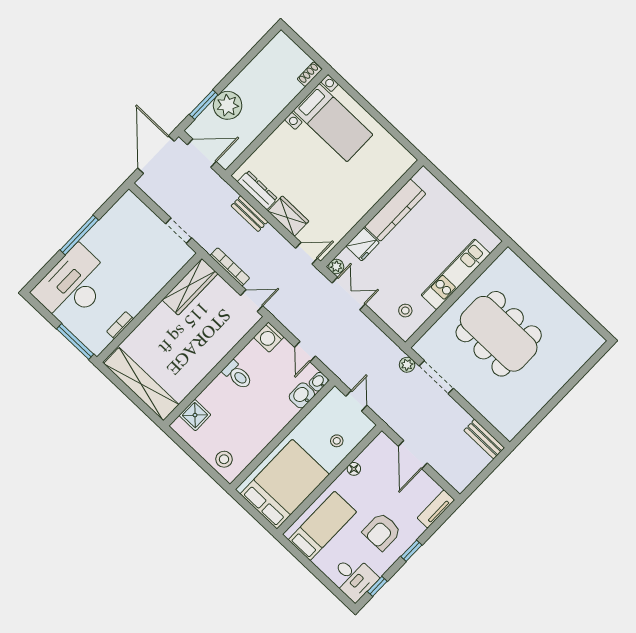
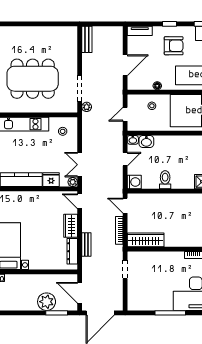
dining table: (499, 334) -> (33, 79), turned 90

